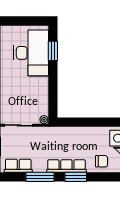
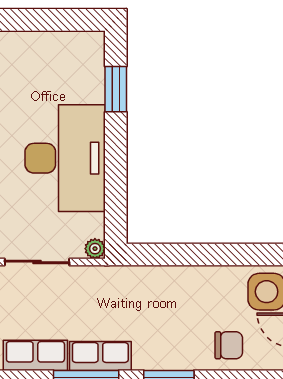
desk: (31, 53) -> (65, 158), moved
row of seats: (66, 166) -> (100, 356), moved, width x0.68

